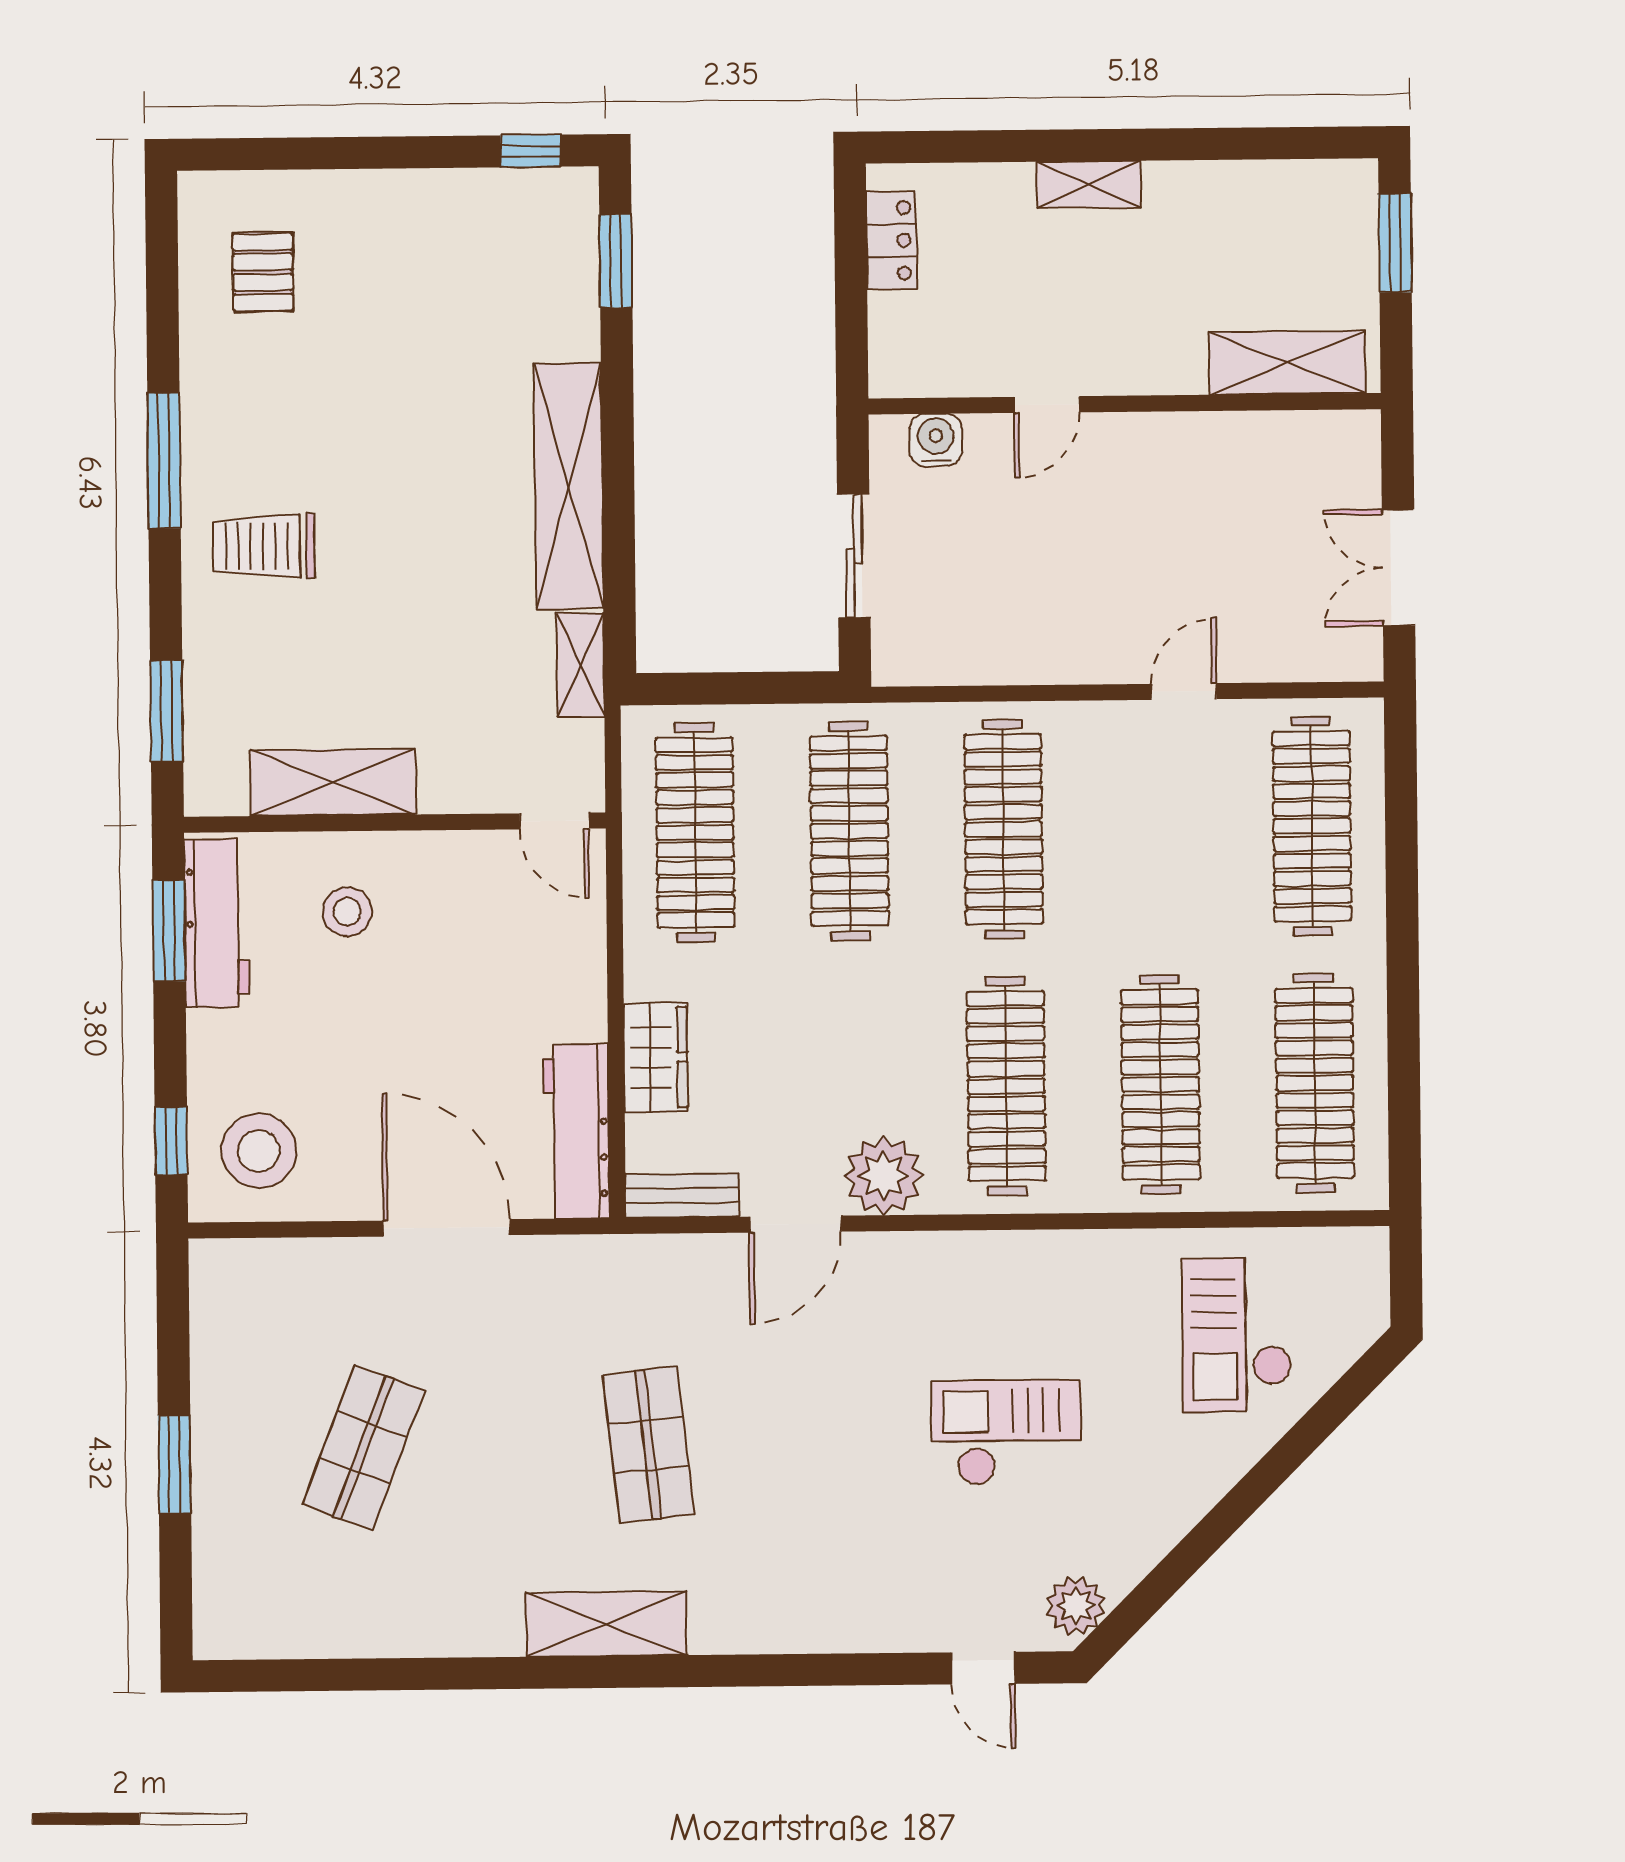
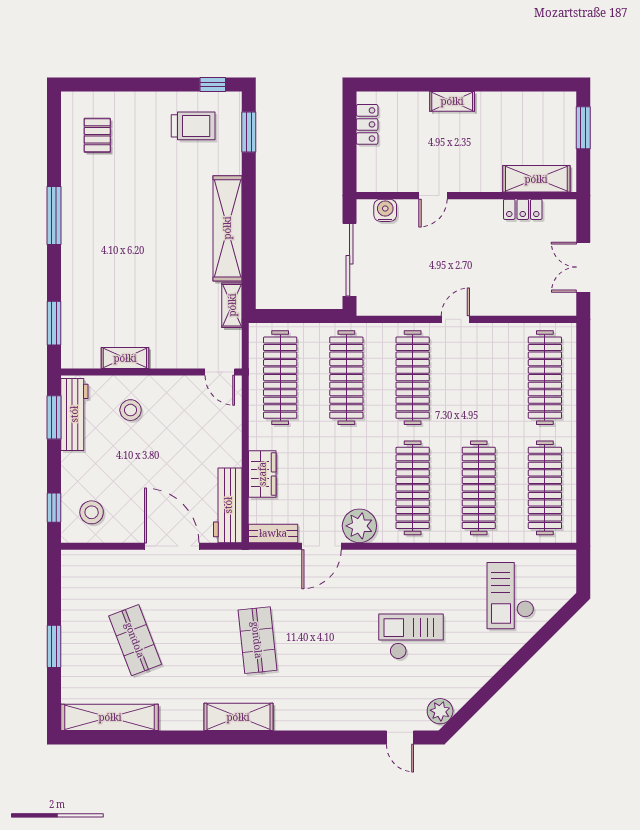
locker: (1256, 434) -> (523, 209), added
trolley: (264, 546) -> (193, 126), moved, turned 180
sliding door: (854, 556) -> (350, 260), width x1.37
door: (1184, 692) -> (455, 319), moved
shelving: (333, 782) -> (125, 358), width x0.67, depth x0.75
stool: (259, 1151) -> (92, 512), width x0.73, depth x0.73
shop shelf: (364, 1448) -> (135, 640), turned -42
shelving: (306, 1628) -> (110, 717), added

